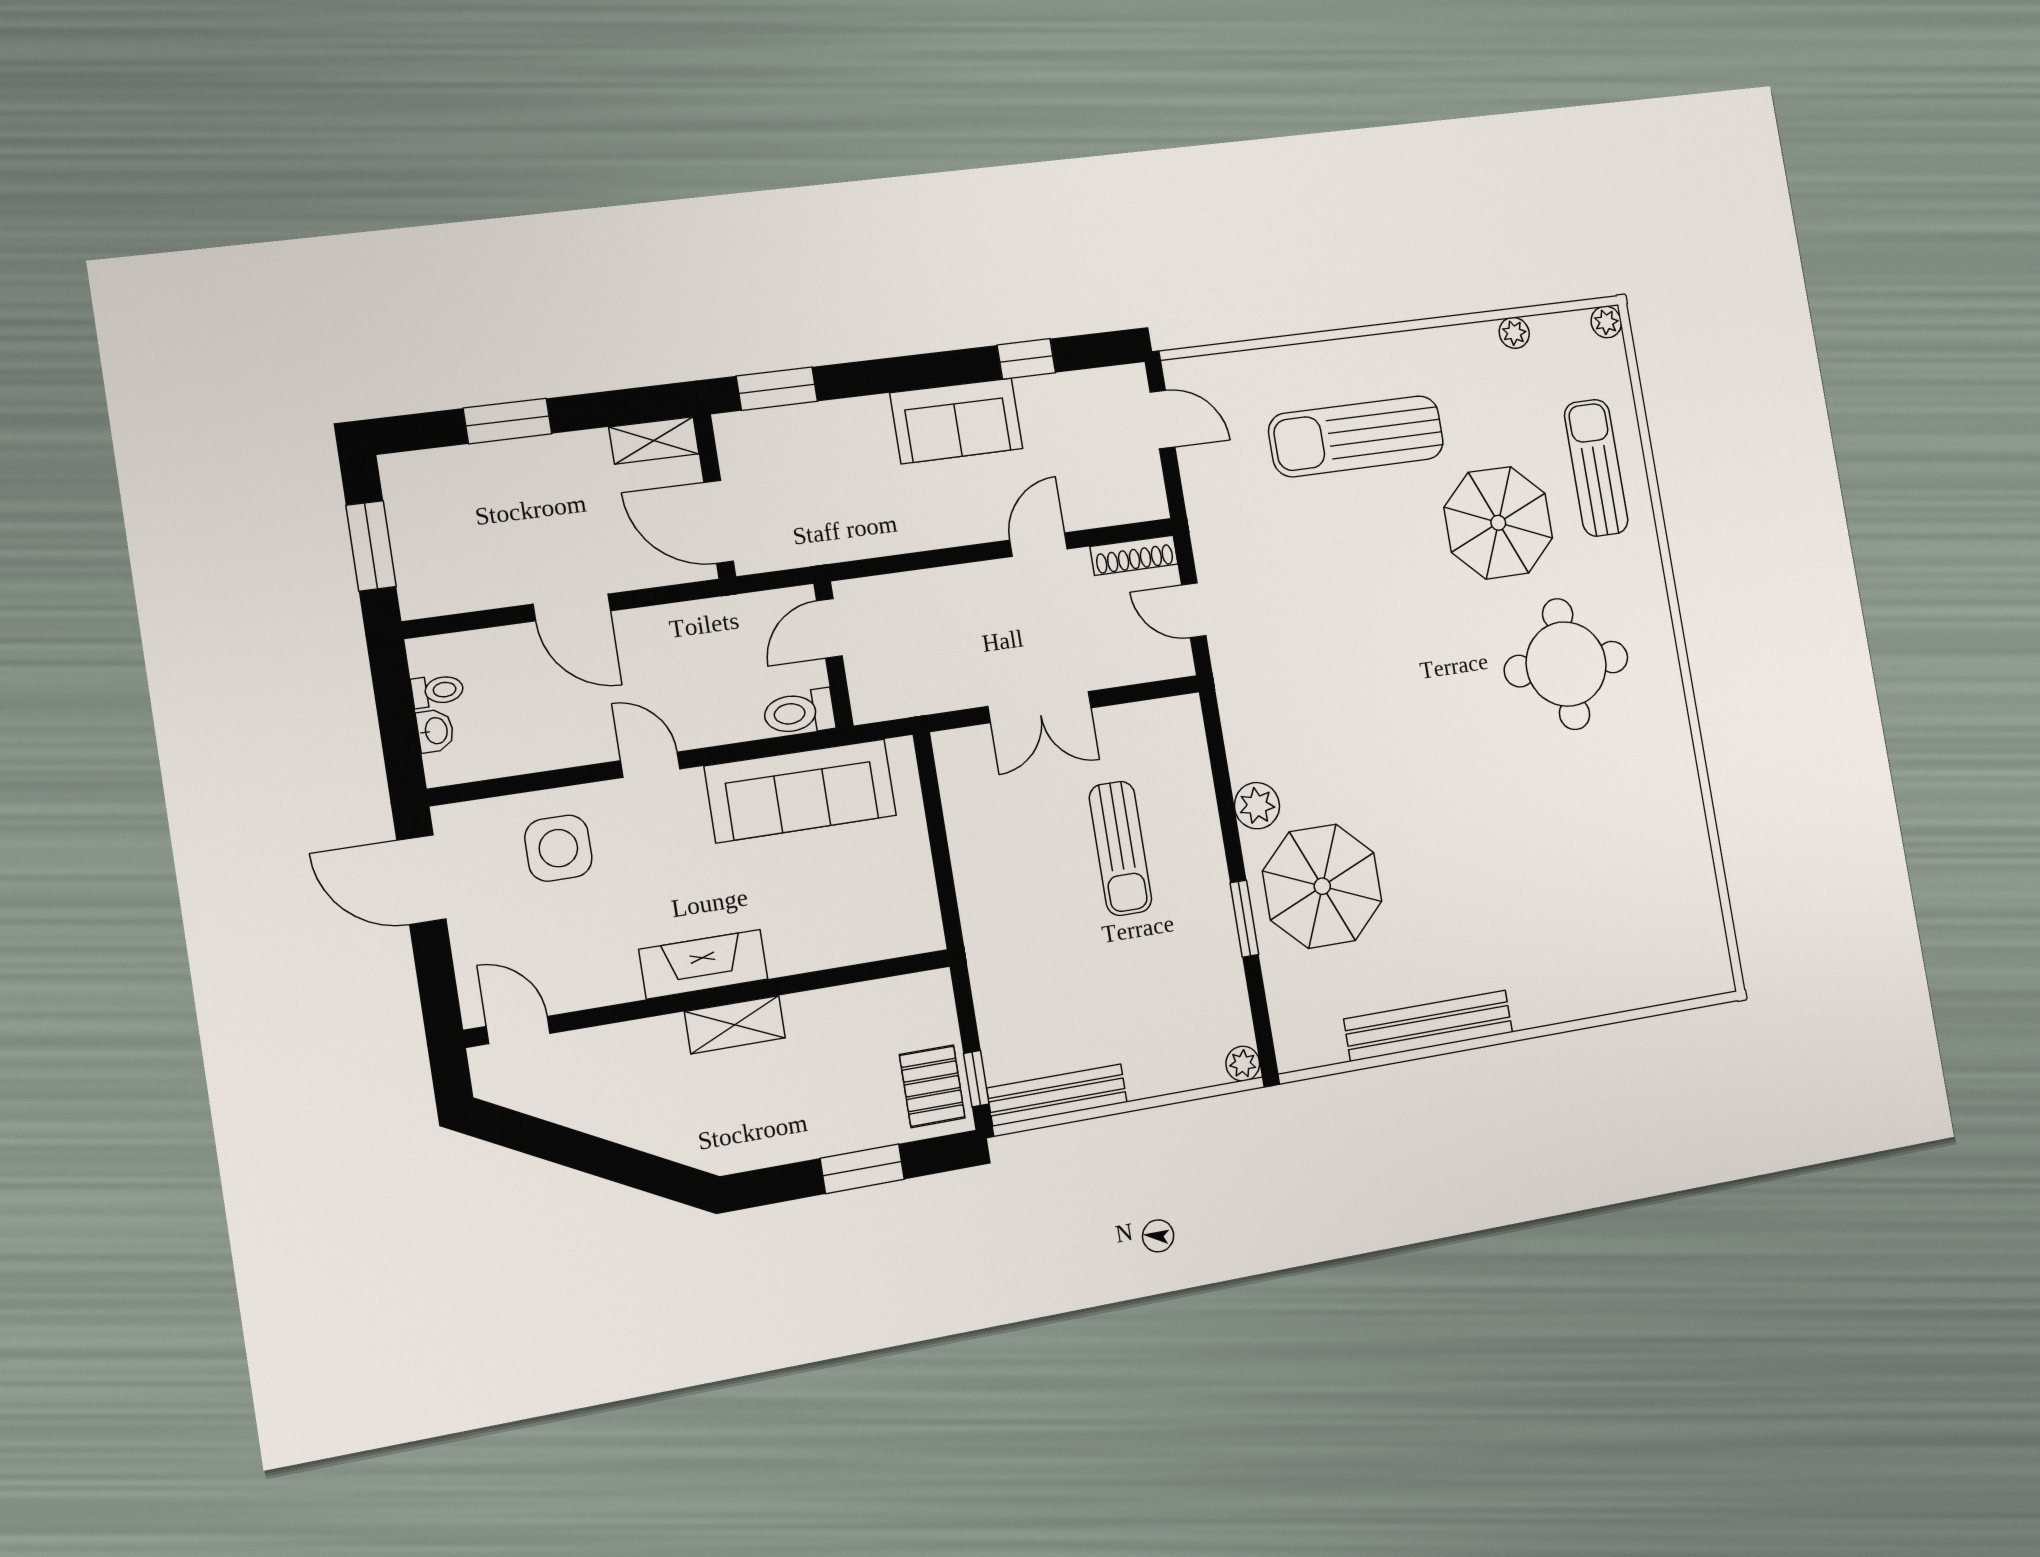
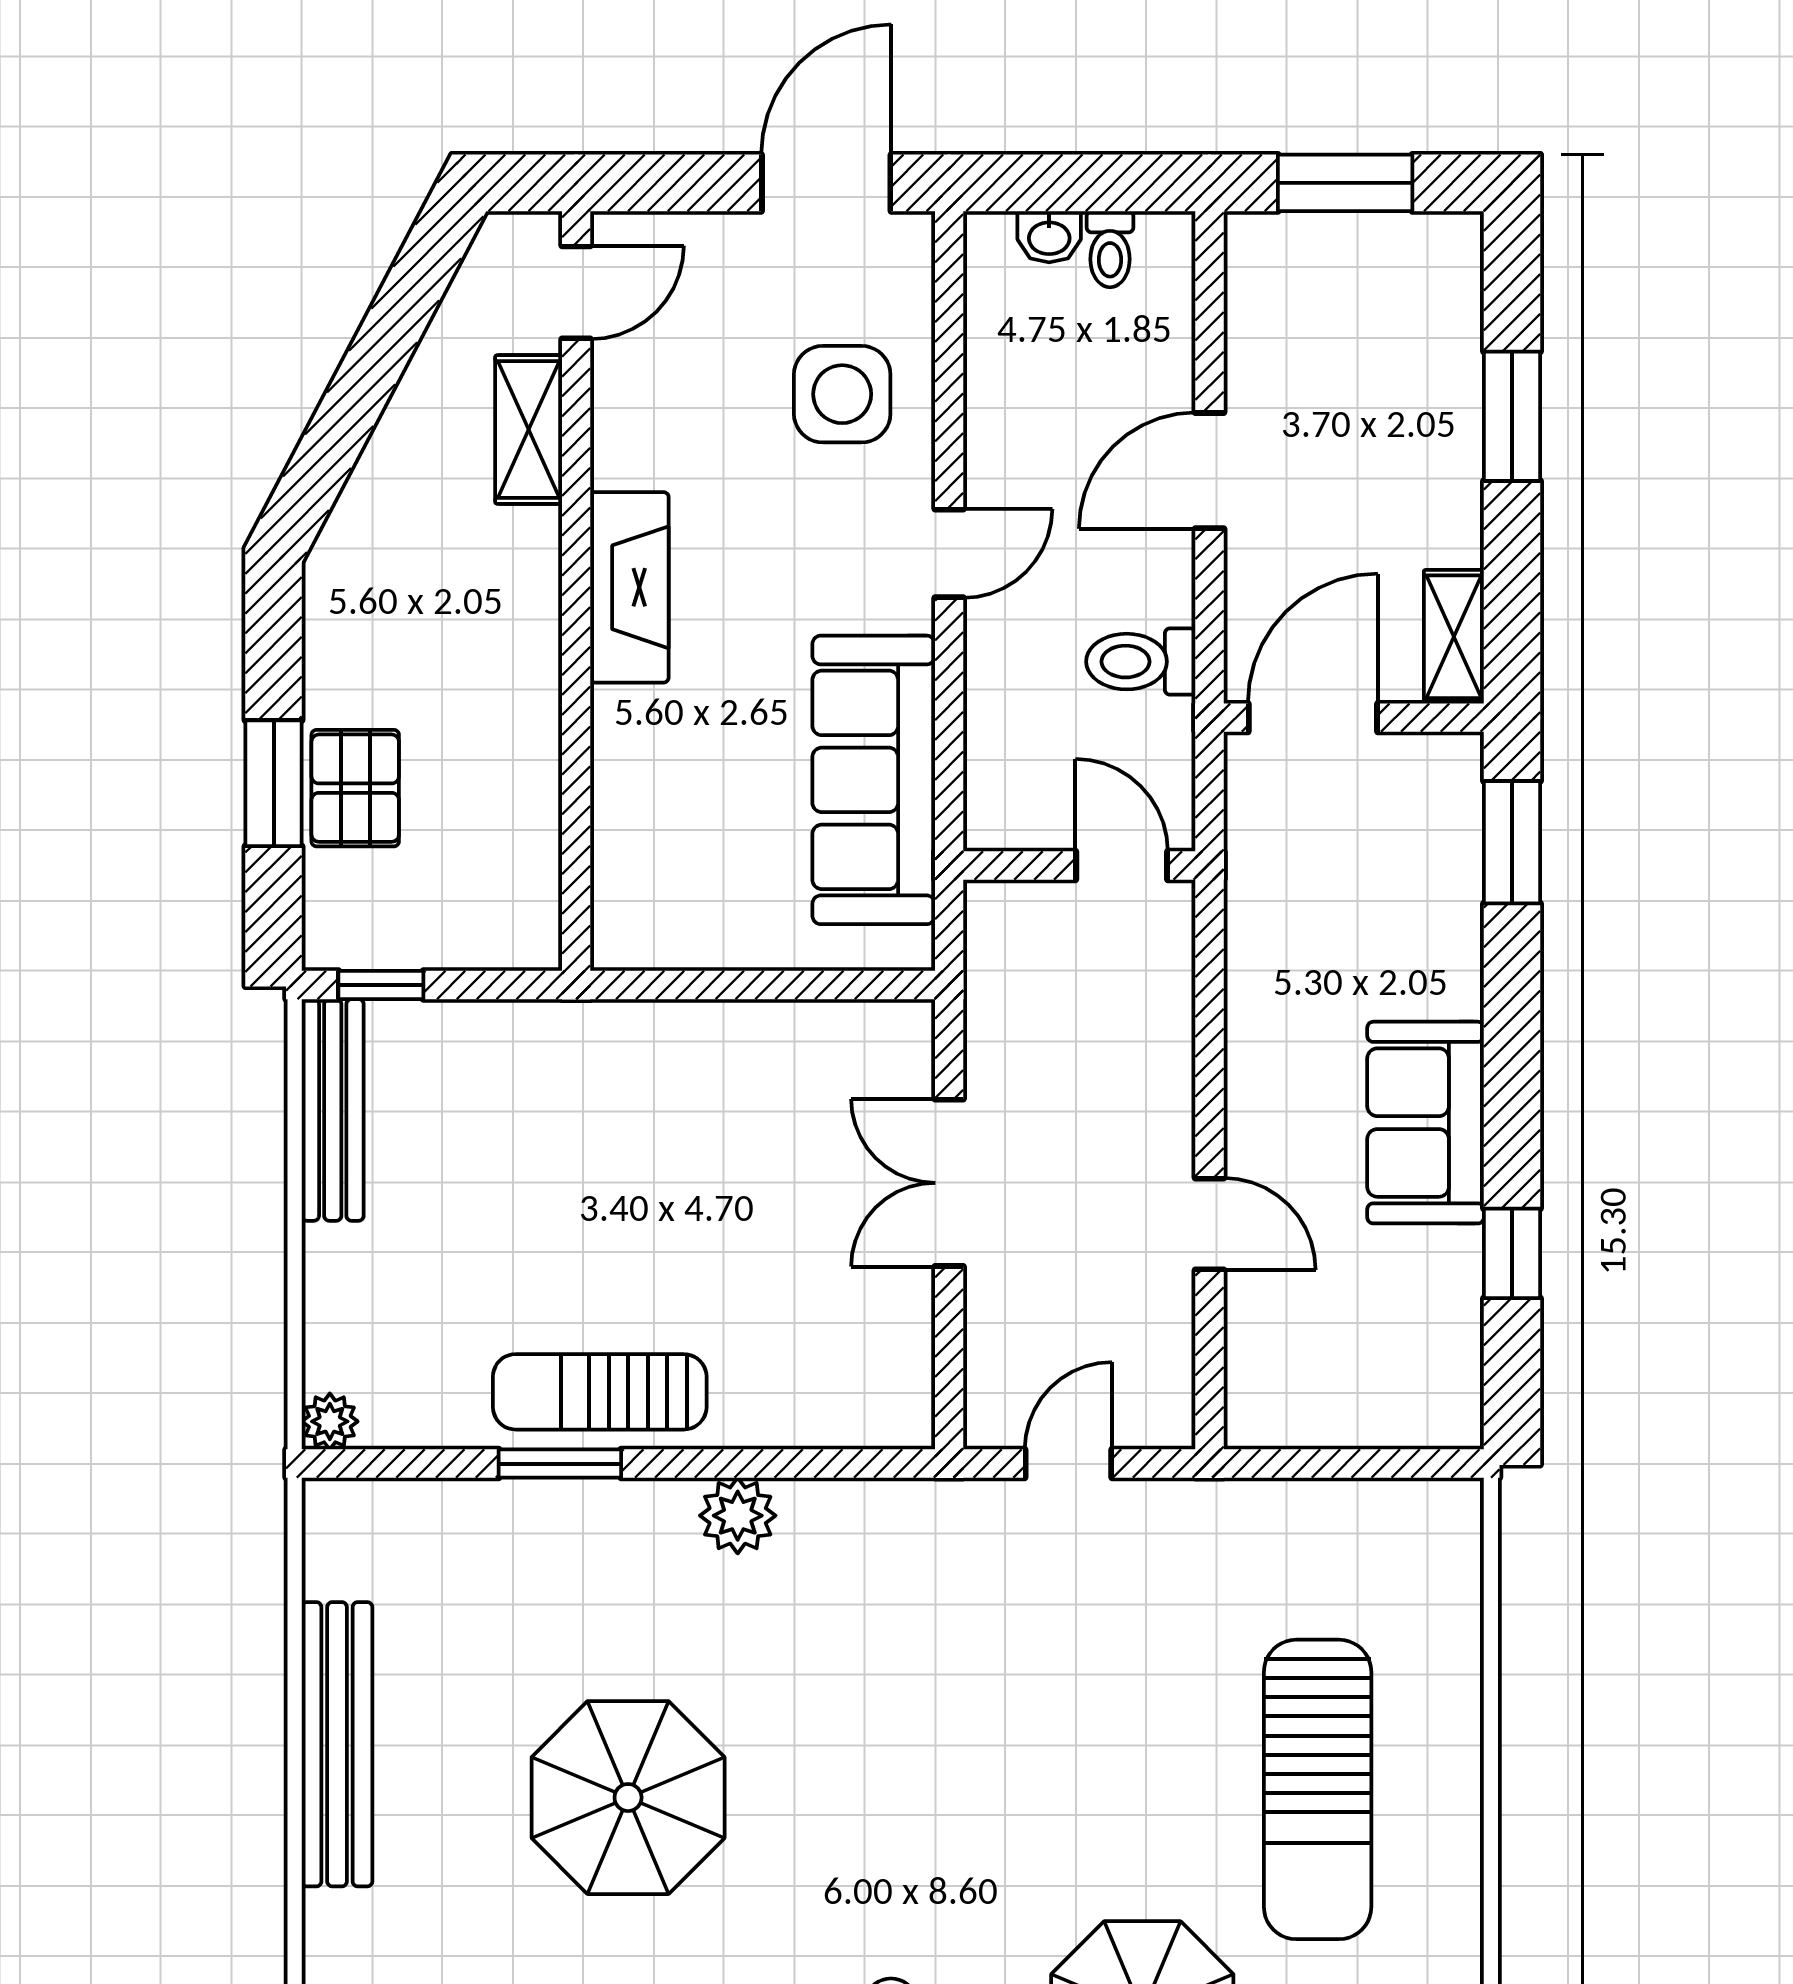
door: (1162, 420) -> (1386, 1464), removed
sun lounger: (1356, 436) -> (1318, 1789), turned 180
shoe rack: (1134, 555) -> (1171, 1379), removed
toilet: (799, 712) -> (1141, 662), moved, turned -90
sun lounger: (1120, 848) -> (600, 1392), moved
parasol: (1322, 886) -> (628, 1798), moved
shelving: (735, 1025) -> (529, 429), moved
pallet: (932, 1086) -> (355, 788), moved, turned 90

